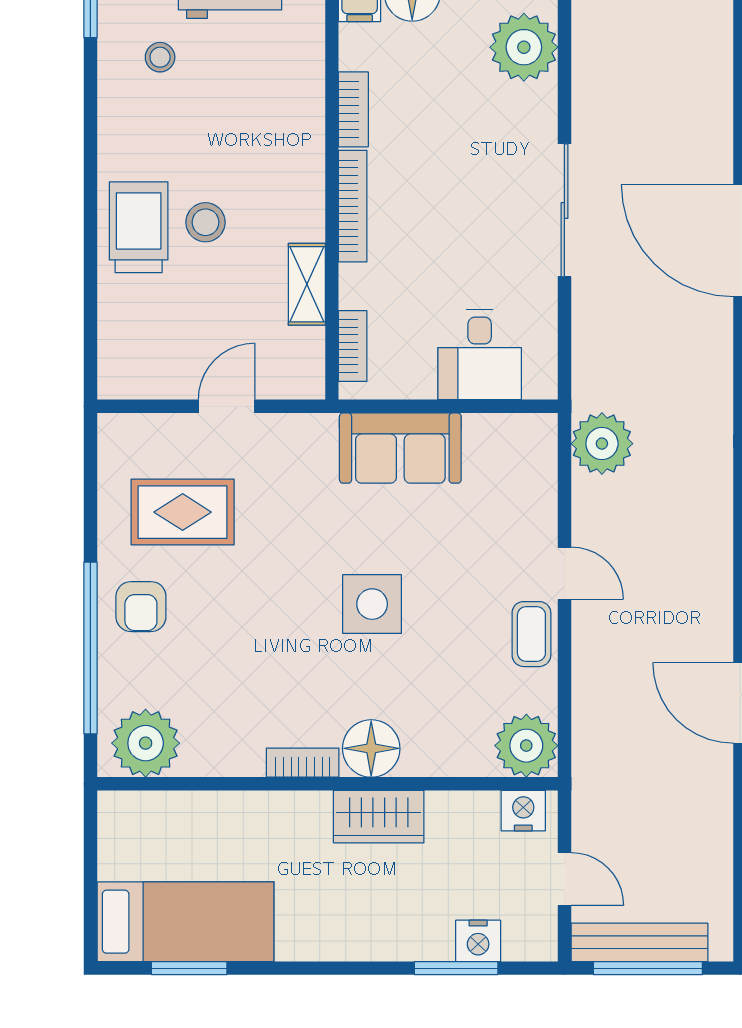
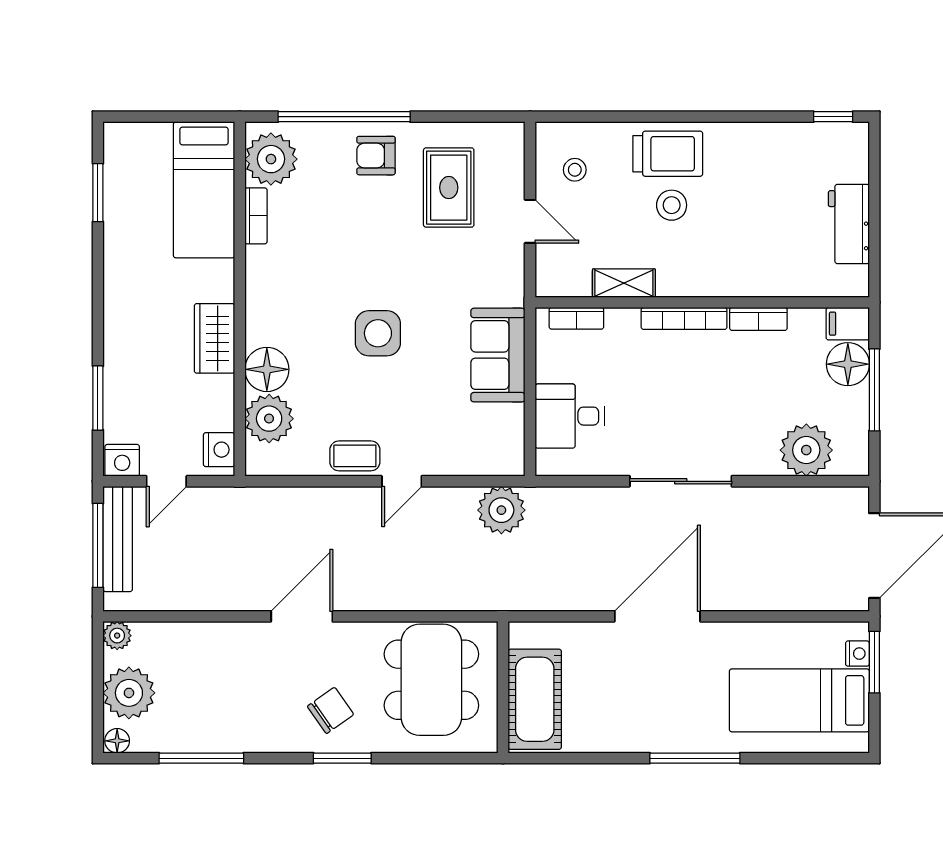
stool: (160, 57) -> (575, 170), moved
plant: (526, 746) -> (269, 419), moved
floor lamp: (371, 748) -> (267, 369), moved
bookcase: (303, 763) -> (256, 216), moved
bed: (186, 922) -> (204, 190), moved
nightstand: (478, 941) -> (122, 460), moved, turned -90

